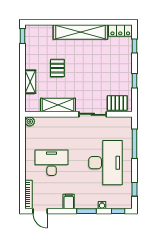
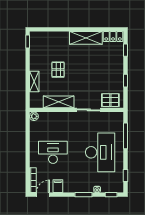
shelving: (81, 32) -> (86, 38), width x0.68
filing cabinet: (69, 201) -> (58, 186), moved
door: (40, 211) -> (43, 195), swing flipped

